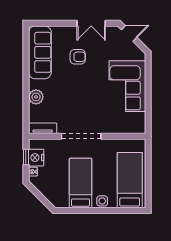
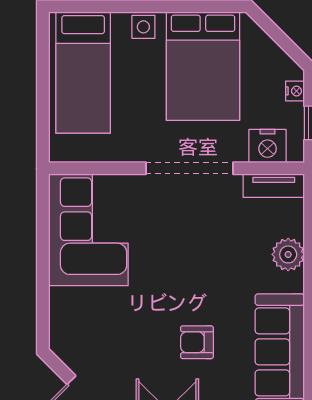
corner sofa: (127, 86) -> (88, 230), moved
nightstand: (36, 158) -> (268, 146), moved, turned 90
bed: (81, 183) -> (203, 66), width x1.50

